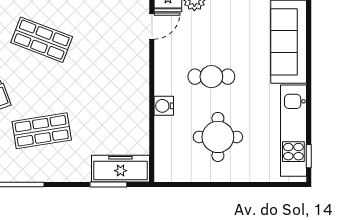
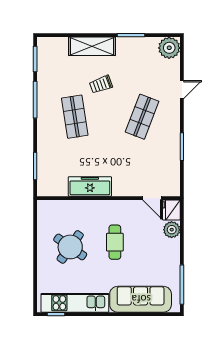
water cooler: (164, 106) -> (93, 207), removed
round table: (218, 137) -> (70, 247), turned 35
freezer: (121, 169) -> (90, 186), moved, turned -90

